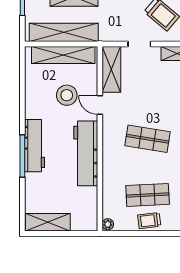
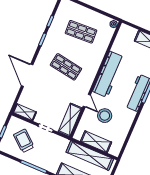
shelving: (63, 55) -> (96, 142), width x0.68
trolley: (149, 221) -> (87, 15), removed

